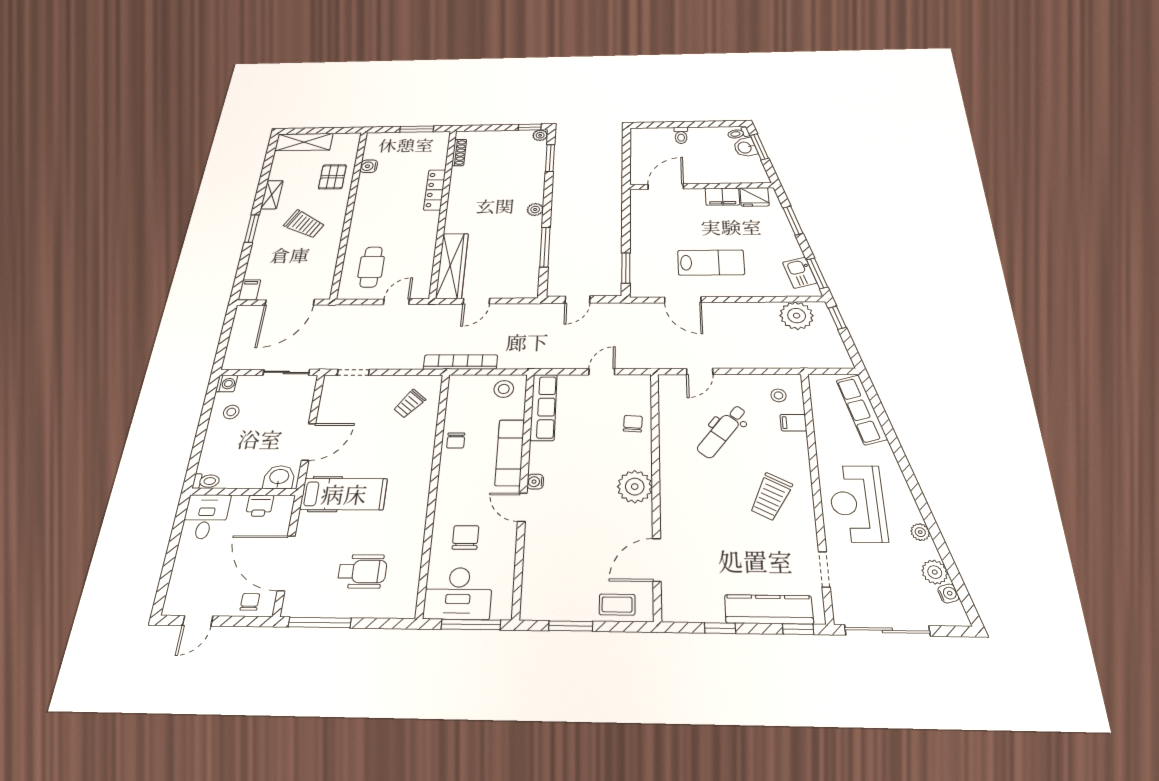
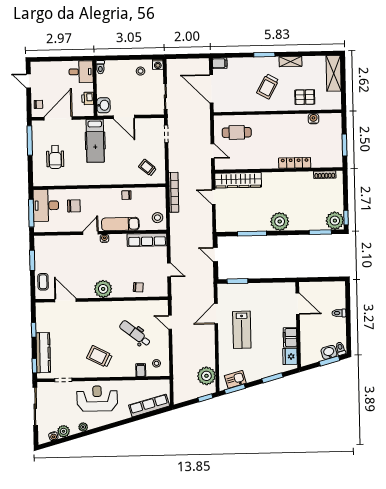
plant: (540, 135) -> (335, 221), width x1.88, depth x1.88
plant: (535, 209) -> (280, 221), width x1.87, depth x1.87

